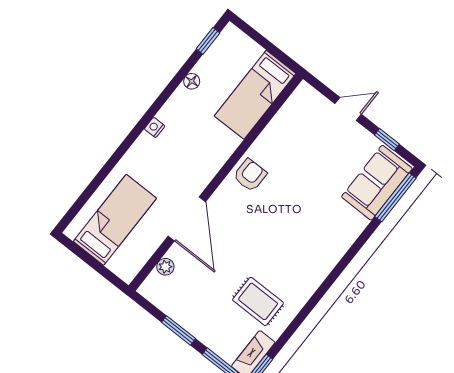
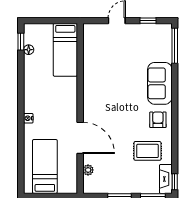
floor lamp: (192, 81) -> (29, 50), moved
nightstand: (155, 127) -> (28, 118), moved
armchair: (250, 175) -> (158, 120), moved
sofa: (377, 183) -> (160, 83), moved

